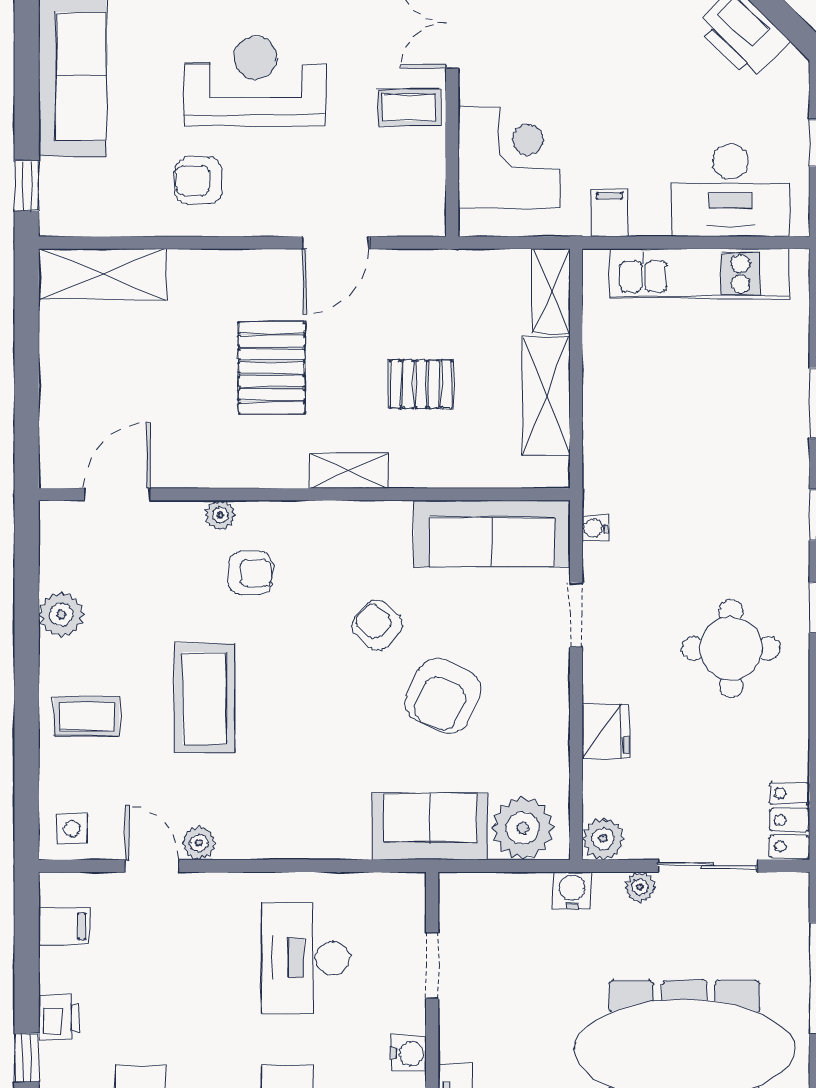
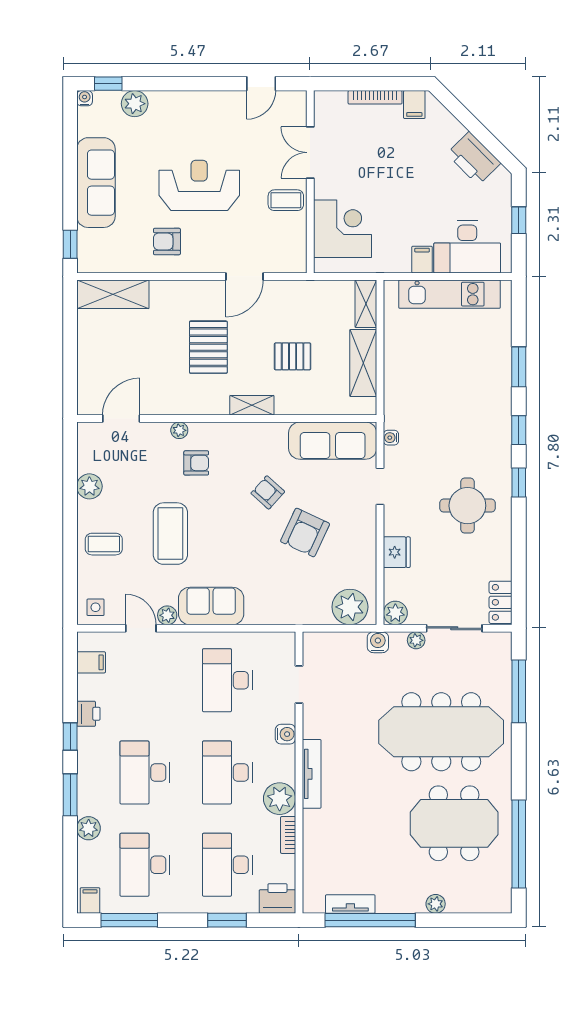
filing cabinet: (610, 213) -> (422, 260), moved
sofa: (430, 826) -> (211, 606), moved

